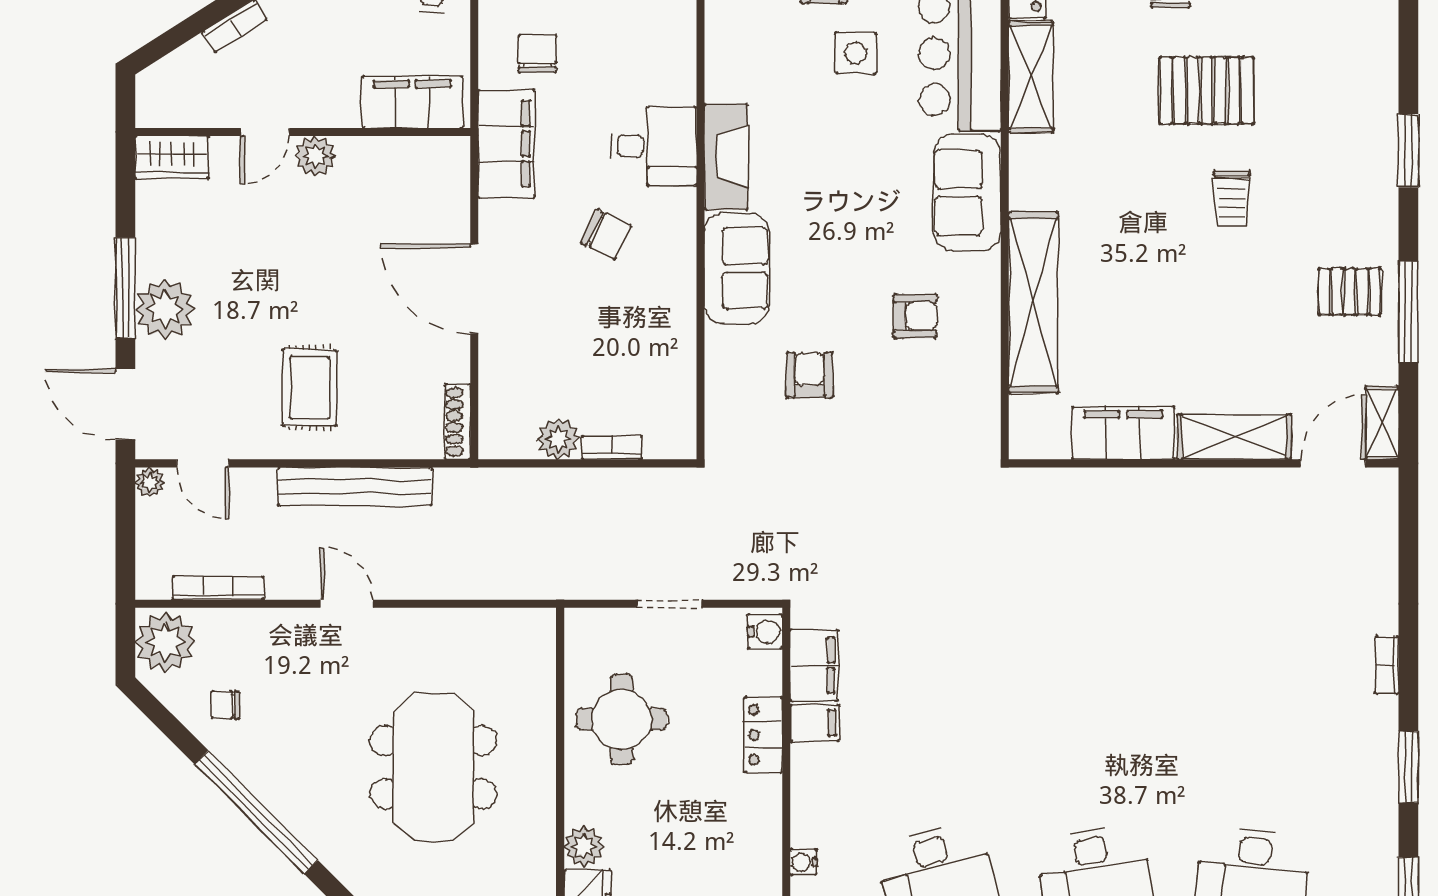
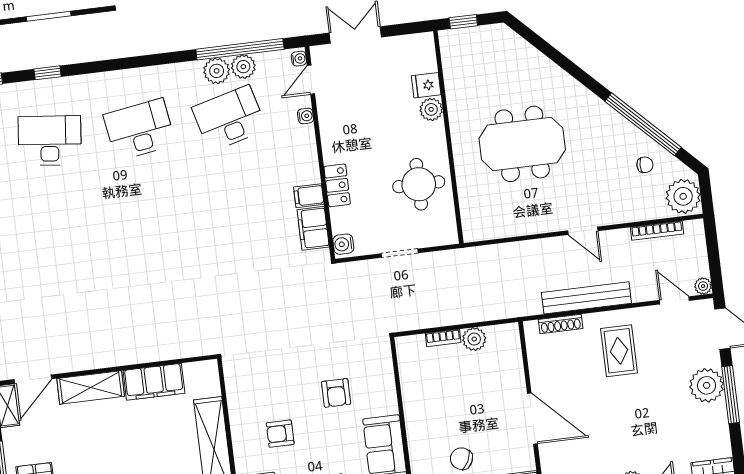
shoe rack: (458, 422) -> (561, 324), moved, turned 90
meeting table: (433, 767) -> (522, 144), turned 90
window: (256, 812) -> (643, 124), moved

